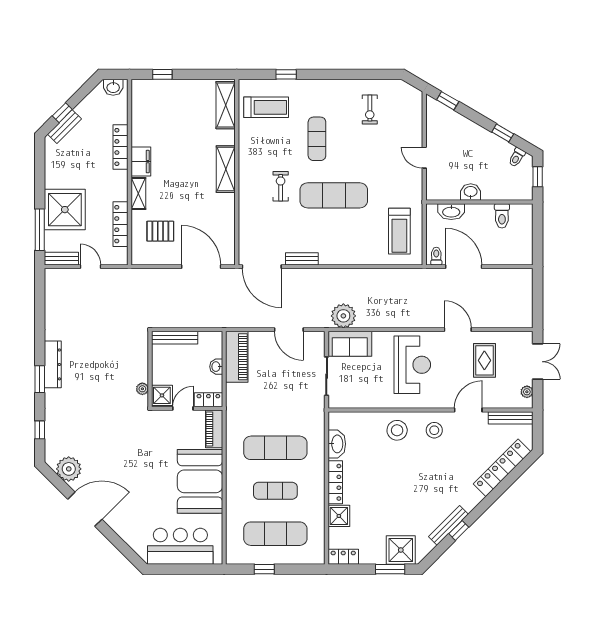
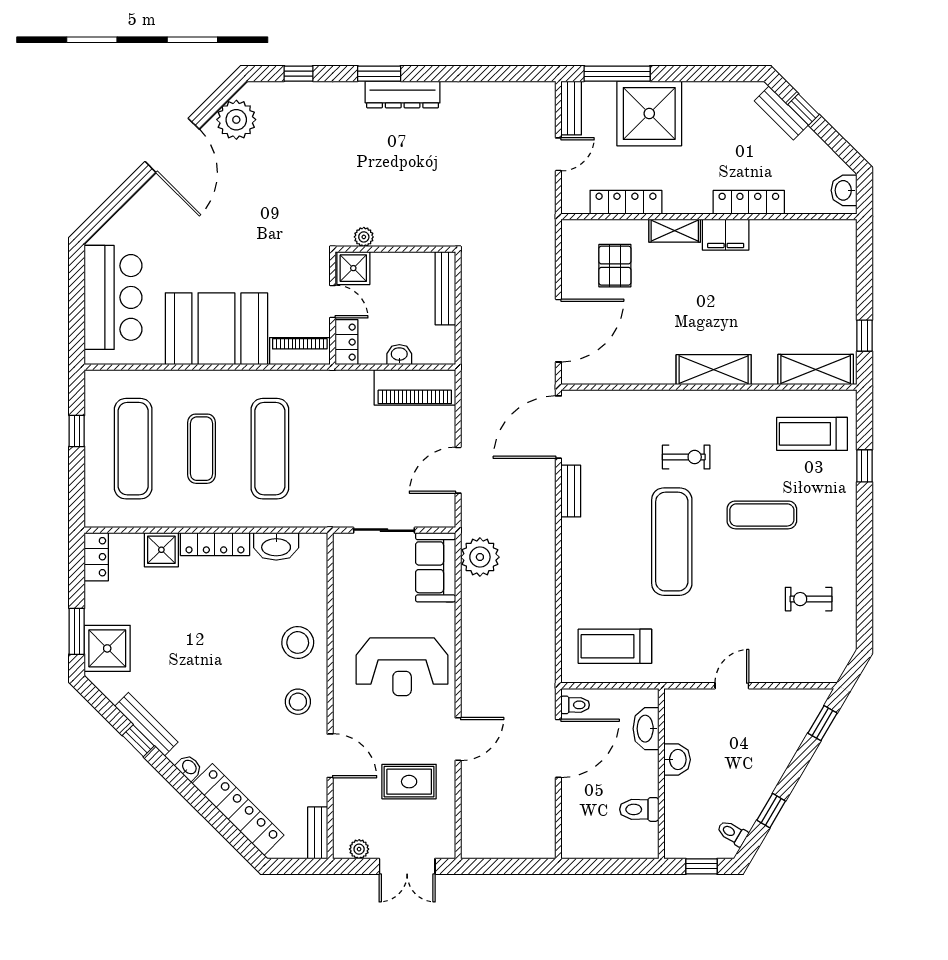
window: (162, 74) -> (865, 336), moved
treadmill: (266, 107) -> (812, 434), turned 90
bench: (511, 418) -> (318, 833), width x0.73
washbasin: (476, 499) -> (189, 767), added

